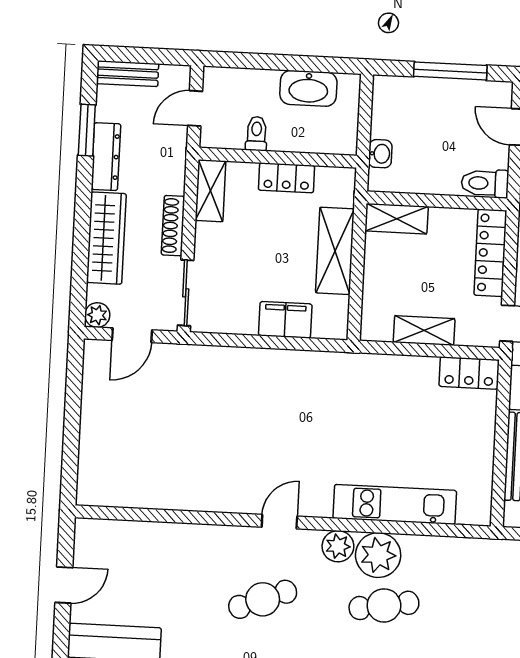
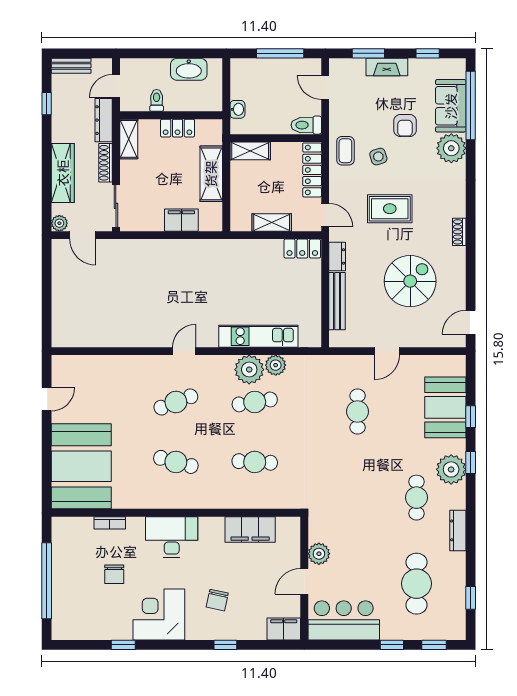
window: (87, 130) -> (47, 104), width x0.67
dresser: (106, 157) -> (104, 120), moved, turned 180
door: (132, 335) -> (83, 235), hinge flipped
plant: (338, 546) -> (276, 365), moved

